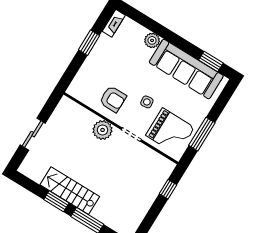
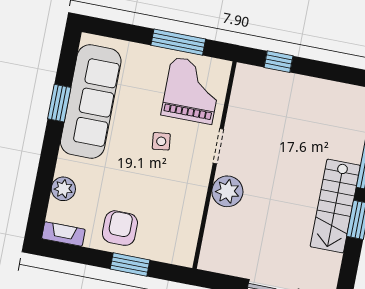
plant: (152, 40) -> (63, 189), moved
window: (89, 43) -> (130, 265), moved
window: (211, 61) -> (59, 103), moved
armchair: (113, 99) -> (120, 228), moved

